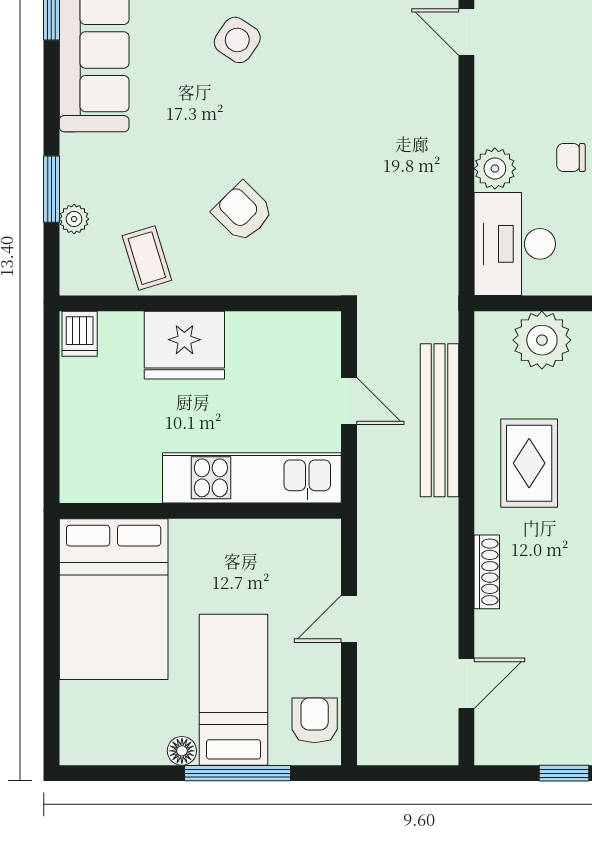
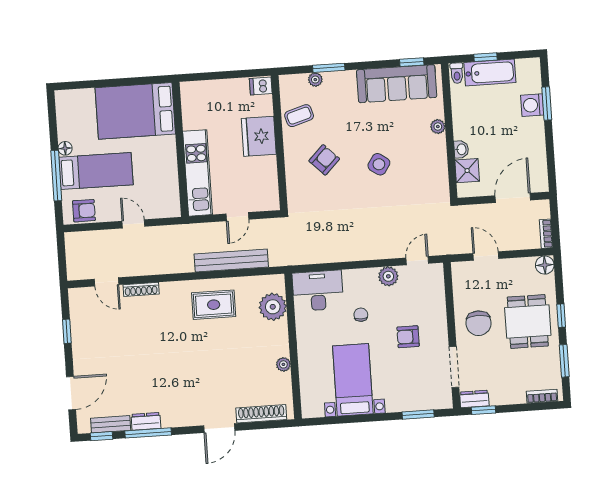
side table: (237, 40) -> (379, 164), moved
plant: (495, 169) -> (388, 276), moved
shoe rack: (487, 572) -> (141, 289), moved

